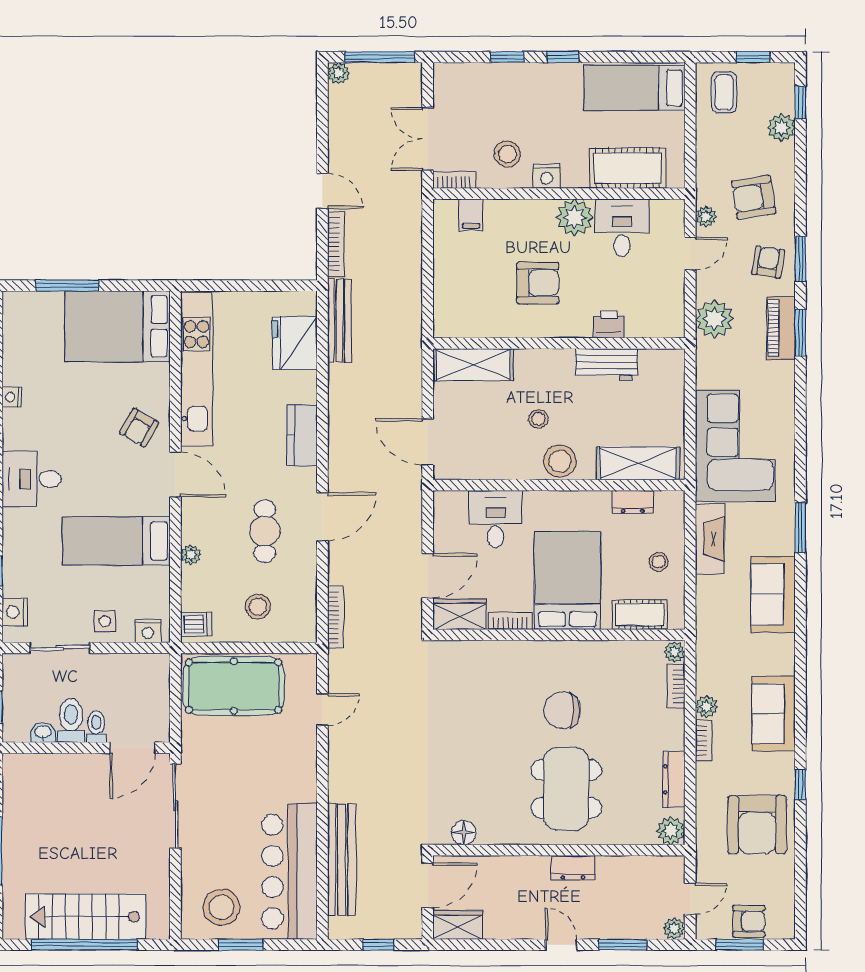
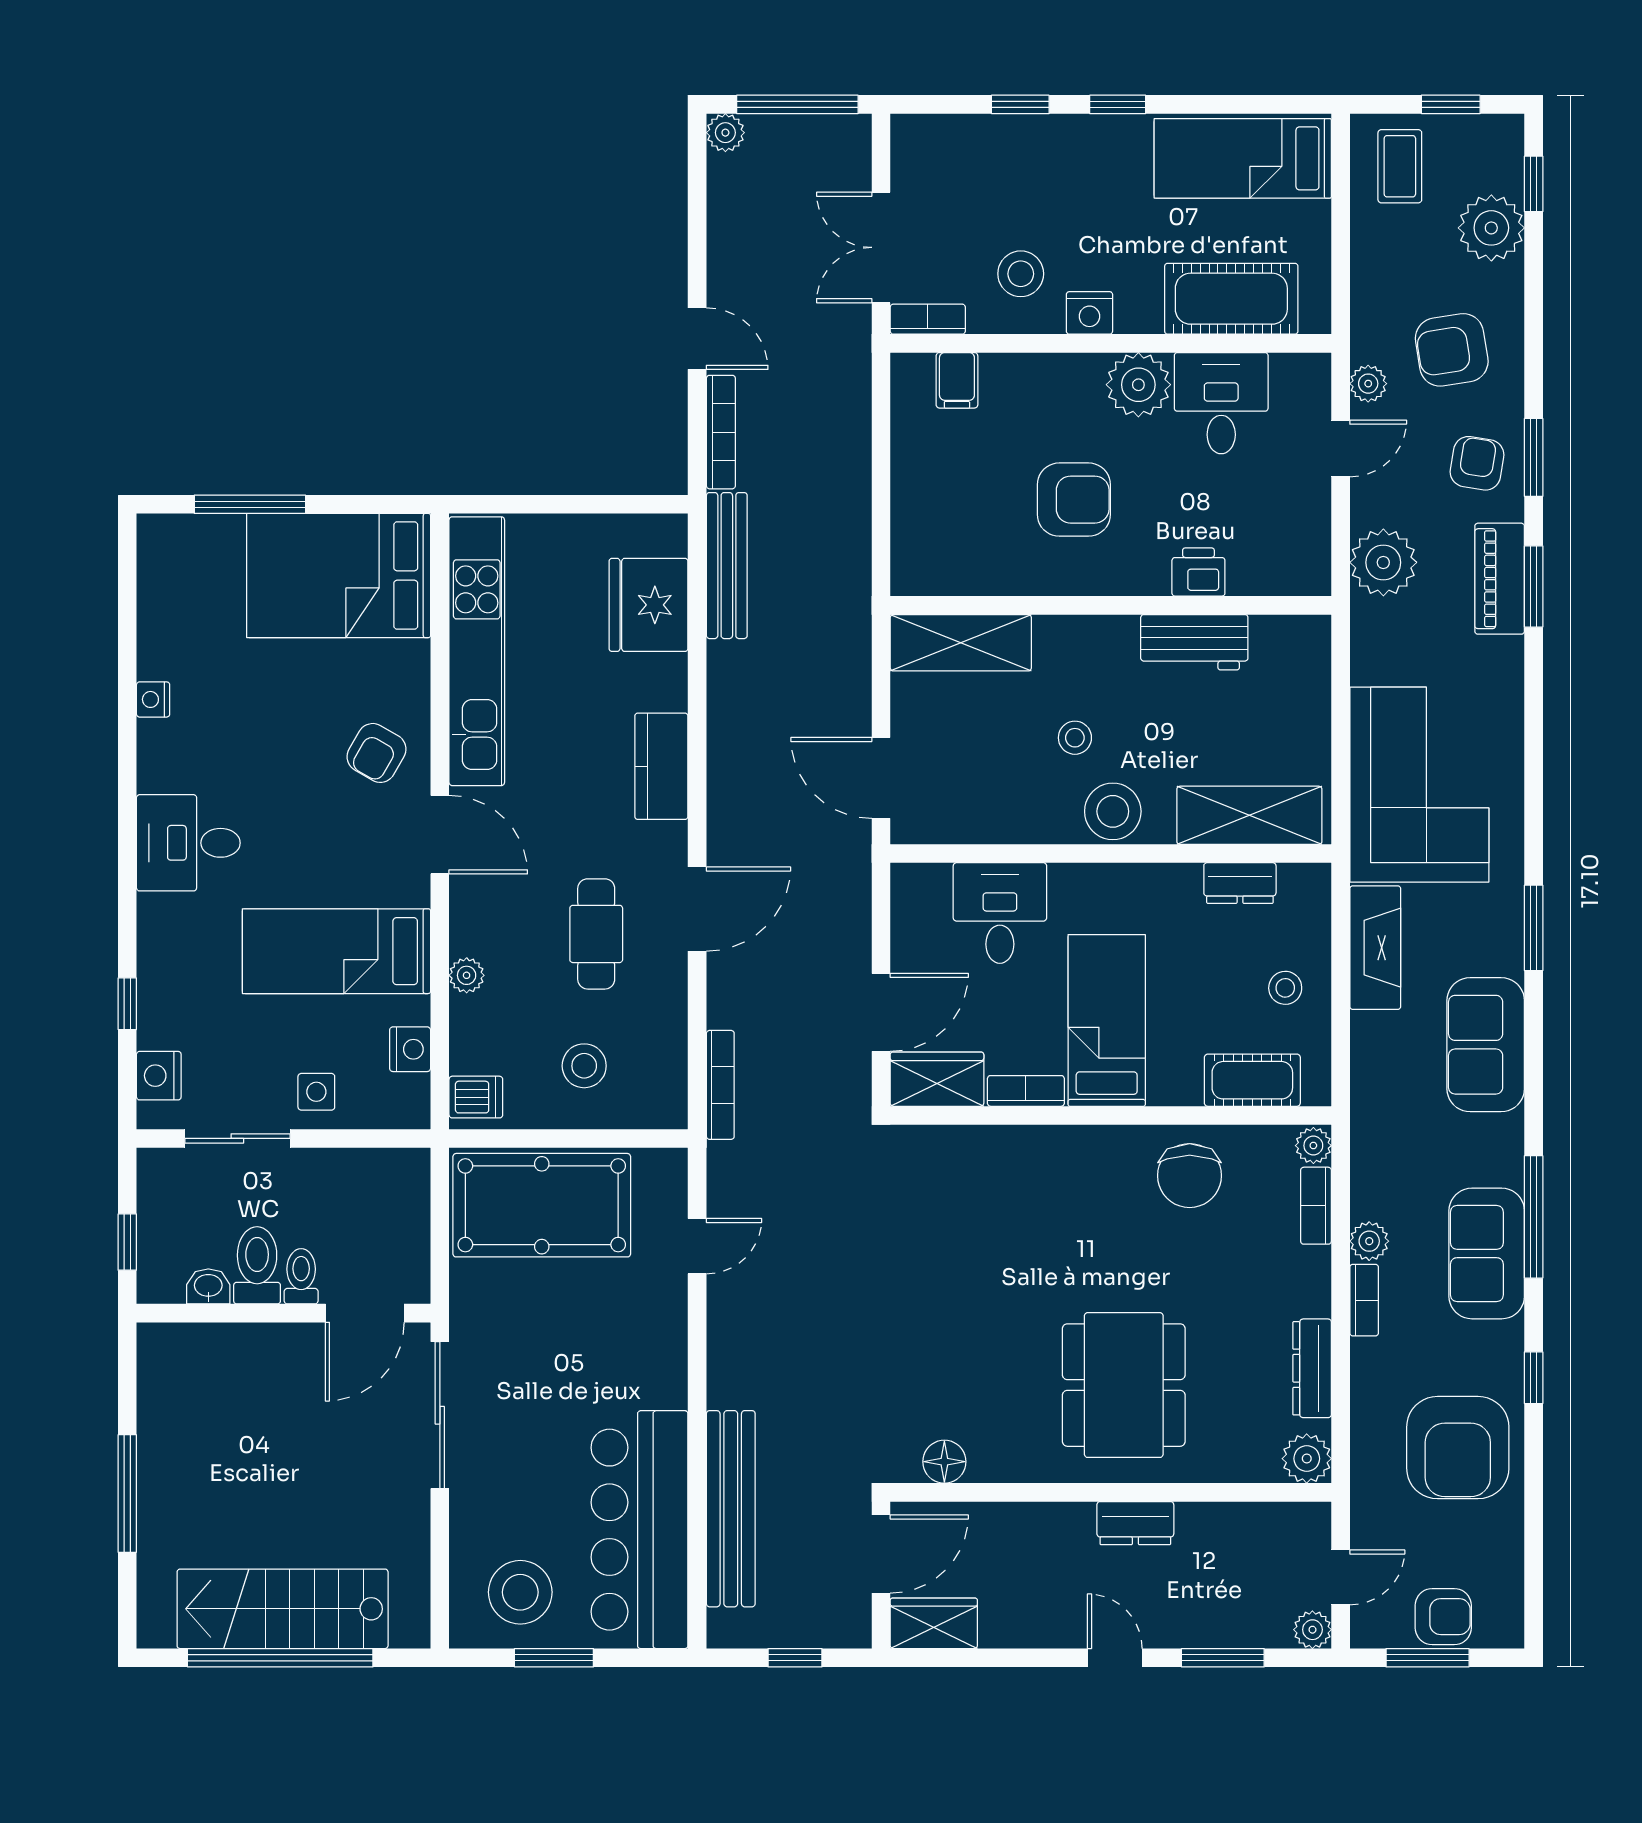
plant: (781, 128) -> (1491, 228), width x1.36, depth x1.36
bed: (568, 581) -> (1107, 1020), width x0.67
nightstand: (148, 631) -> (410, 1049), moved, turned -90
window: (800, 693) -> (1534, 1217), added
chair: (562, 710) -> (1190, 1176), moved, turned -90

